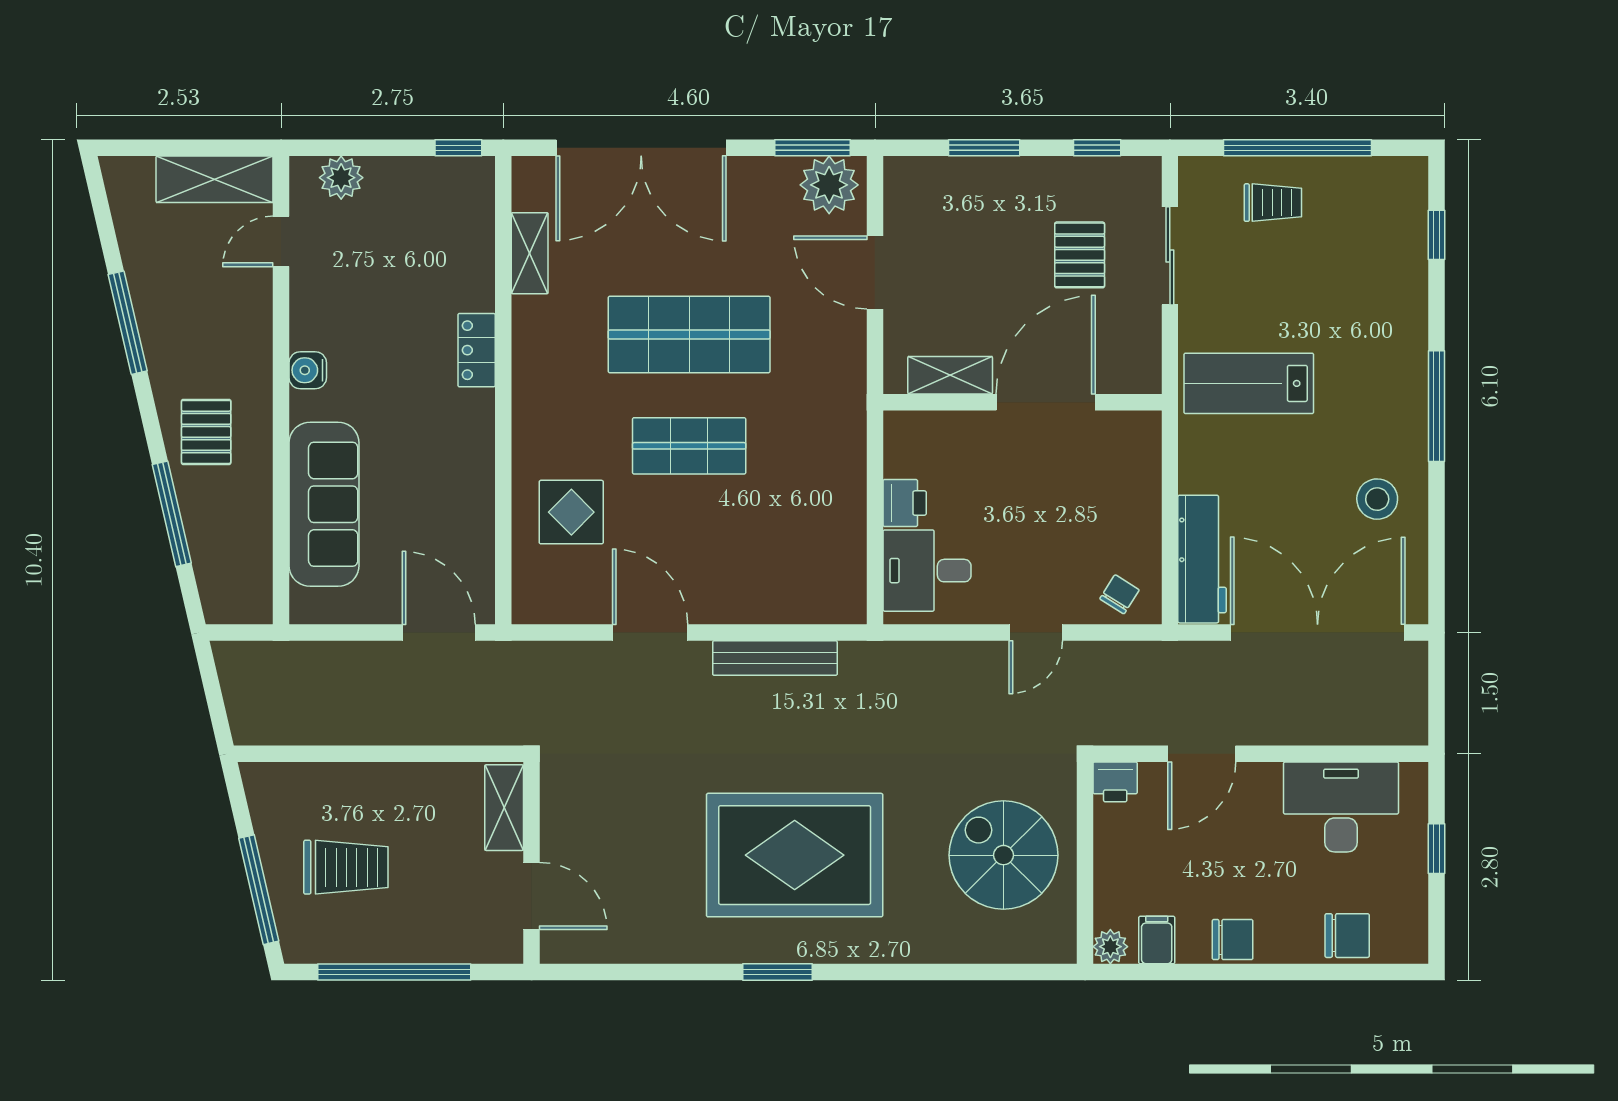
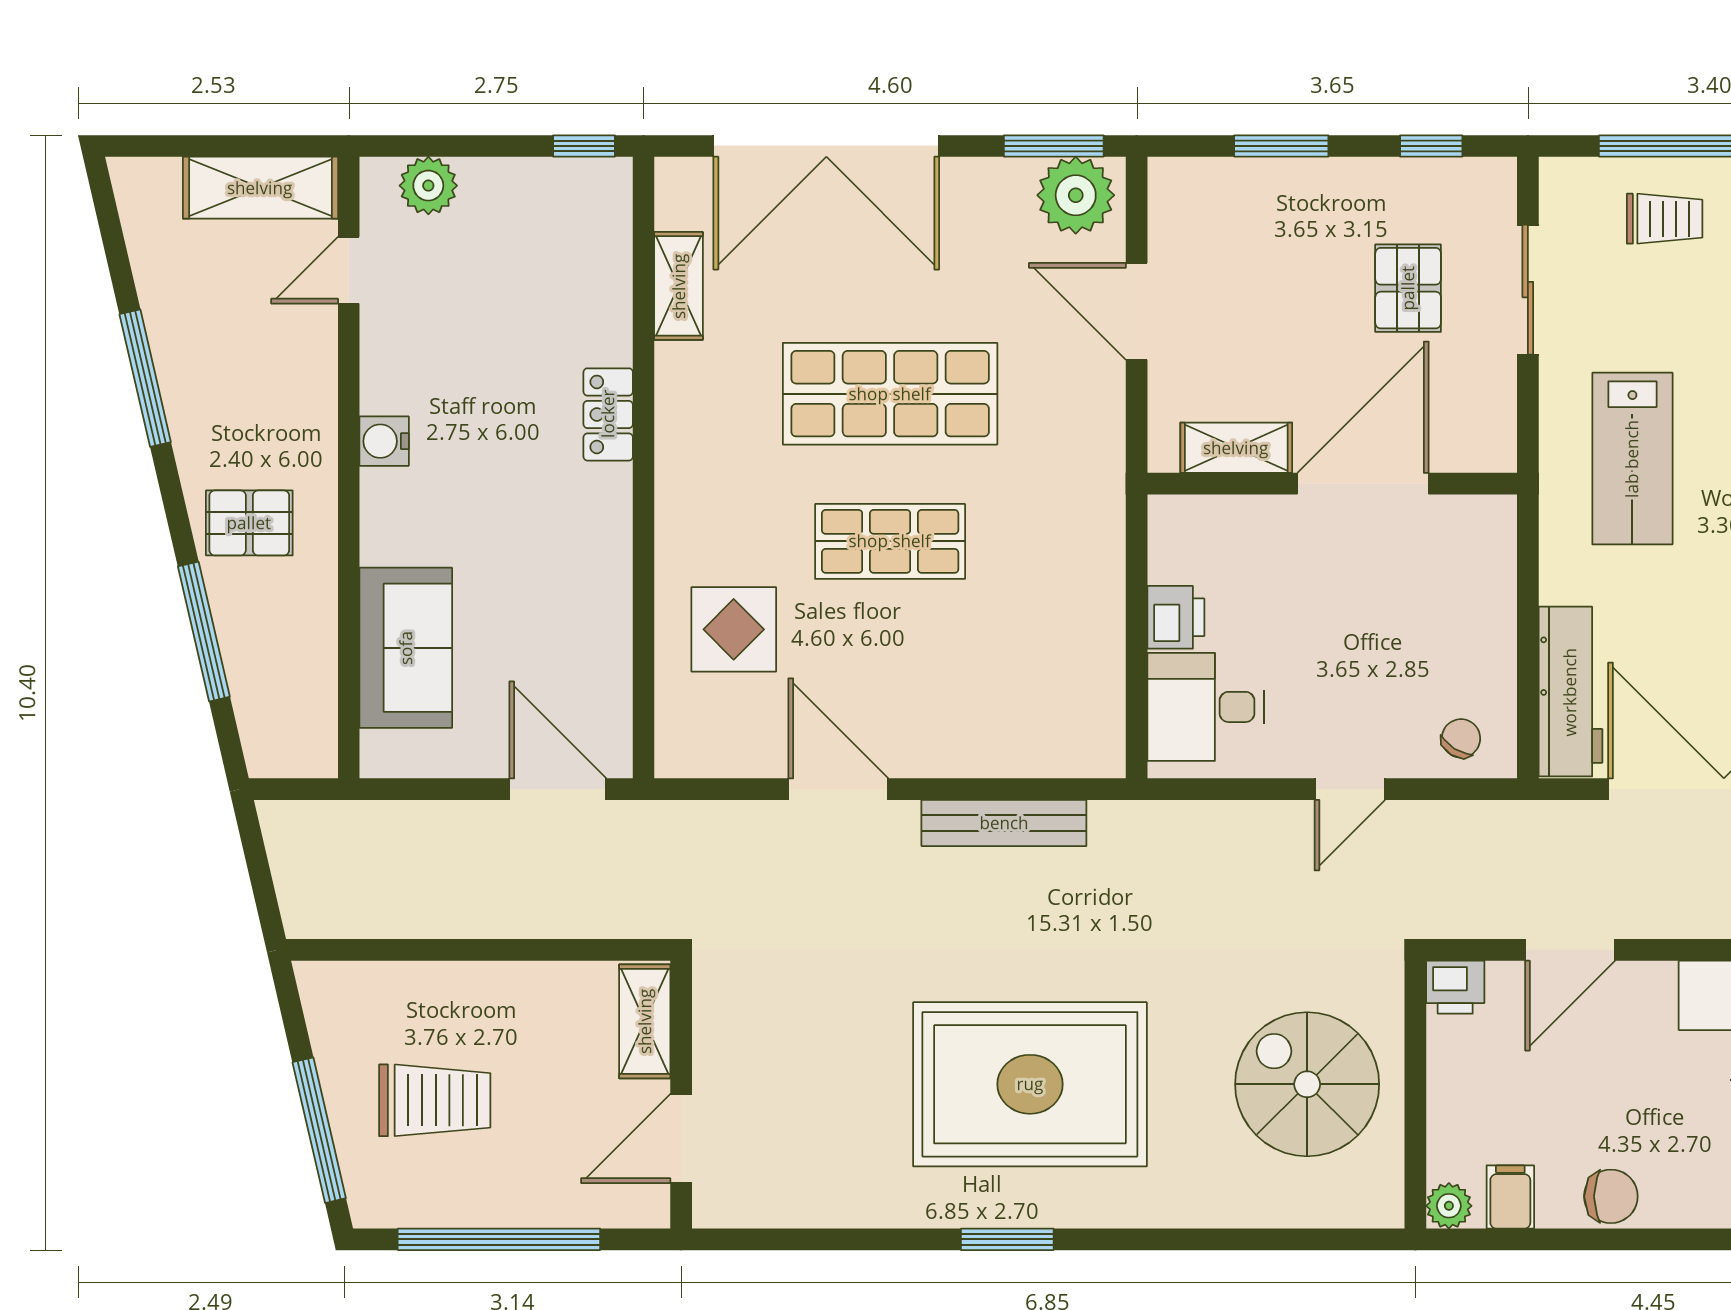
lab bench: (1249, 383) -> (1632, 459), turned -90
pallet: (206, 432) -> (249, 523), turned 90
sofa: (324, 504) -> (406, 648), width x0.73
door: (532, 896) -> (681, 1138), swing flipped

